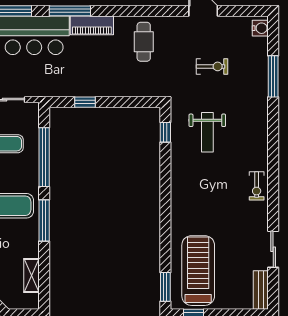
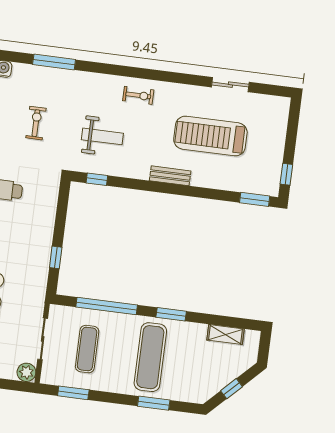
exercise bike: (257, 186) -> (138, 95), moved
window: (44, 221) -> (171, 314), width x0.69
treadmill: (198, 271) -> (210, 136), moved
bench: (261, 290) -> (170, 176), moved

